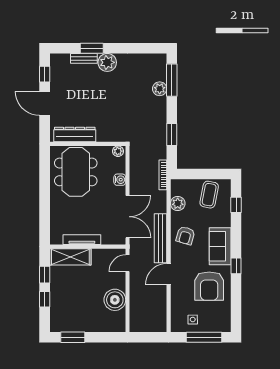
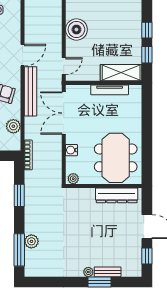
plant: (107, 62) -> (88, 272), width x0.53, depth x0.53

